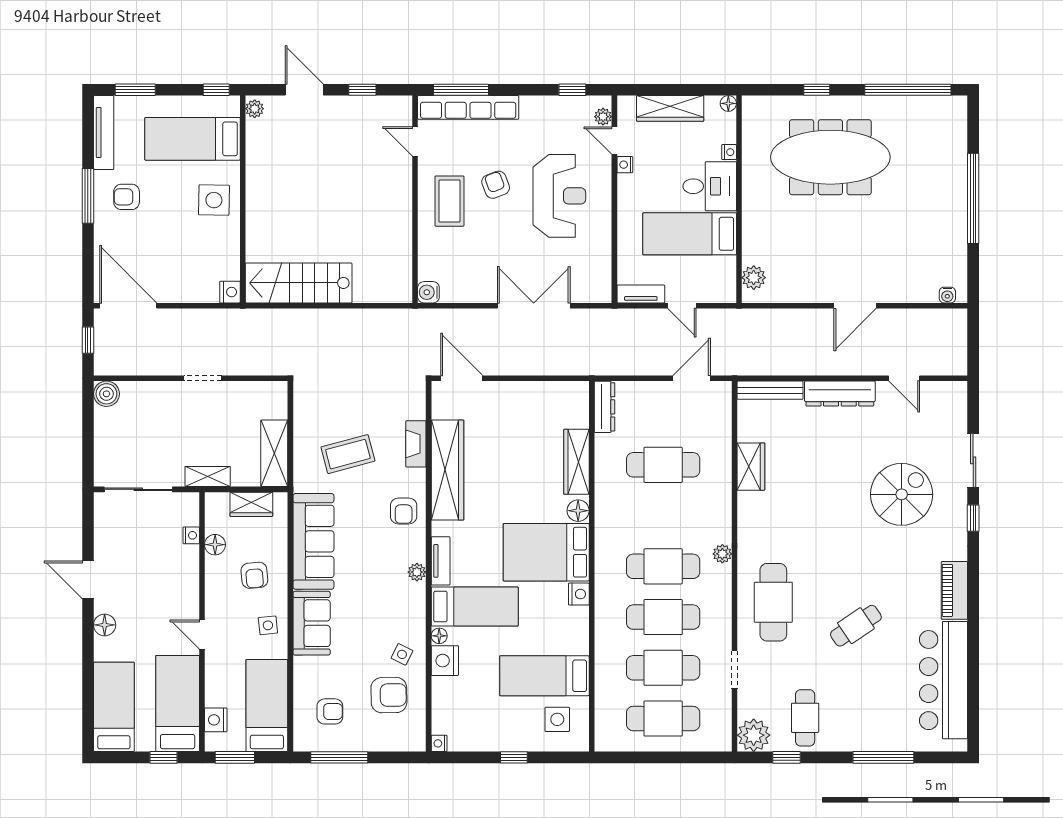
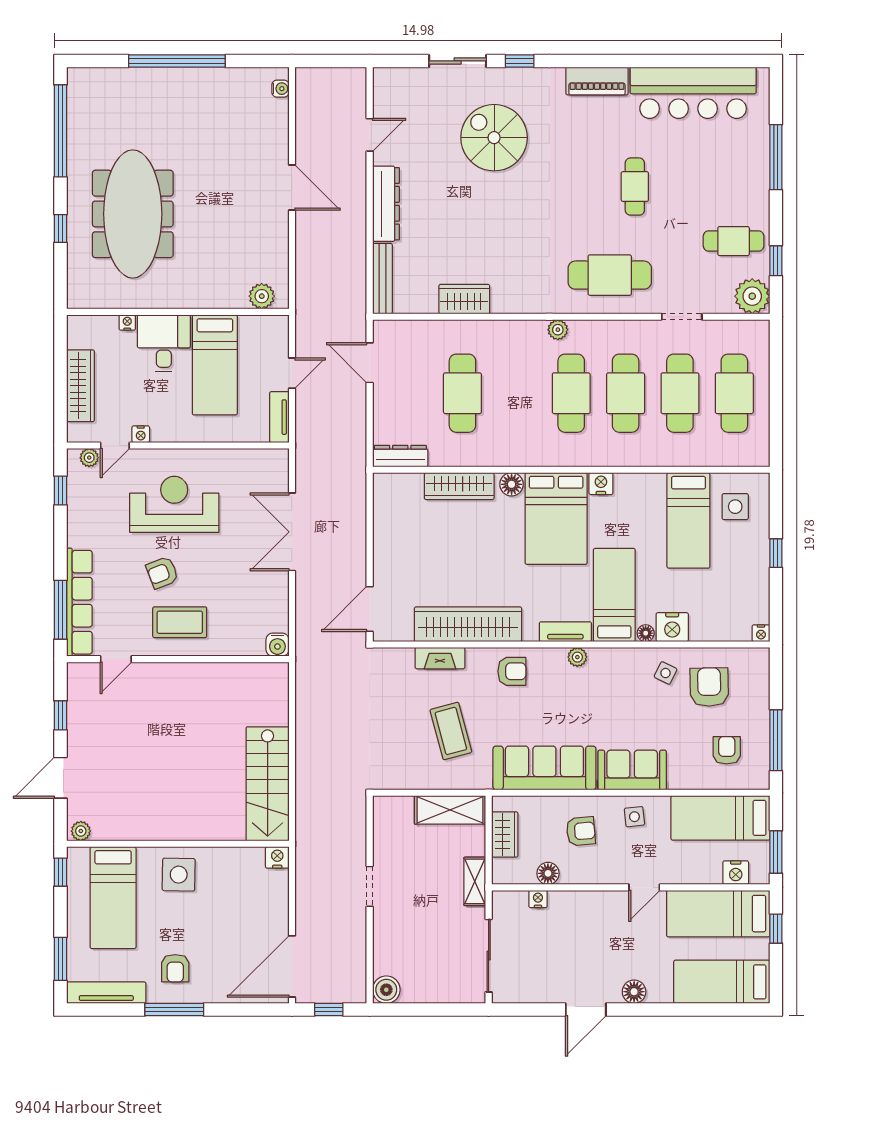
floor lamp: (728, 103) -> (75, 323), removed
cafe table: (856, 626) -> (635, 187), turned 34

